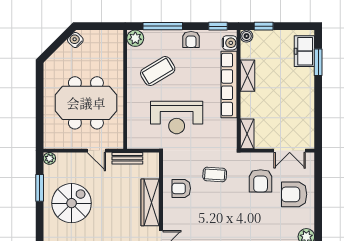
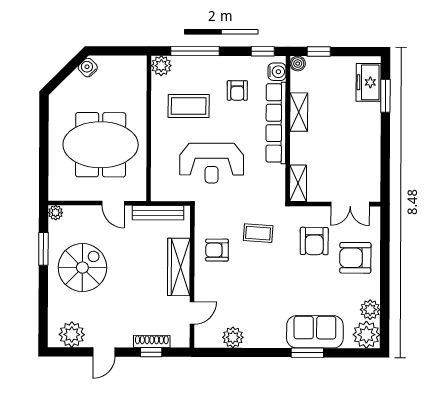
armchair: (191, 39) -> (237, 90), moved
coffee table: (158, 71) -> (189, 106), turned 31
bench: (127, 158) -> (158, 213), width x1.36

